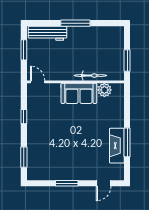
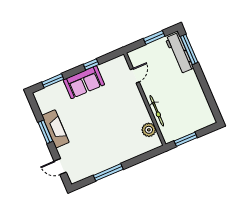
window: (75, 23) -> (189, 49), moved
door: (38, 82) -> (135, 76), moved
sofa: (79, 93) -> (84, 82), moved, turned -90
fireplace: (117, 146) -> (55, 129), moved, turned 90

